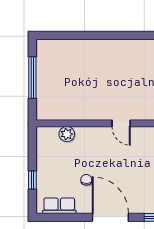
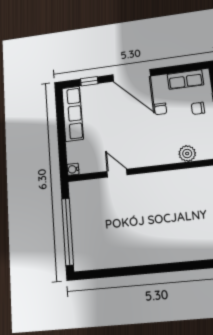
door: (121, 123) -> (117, 173), moved
chair: (51, 176) -> (198, 108), added

